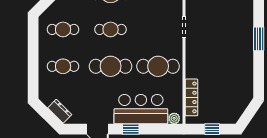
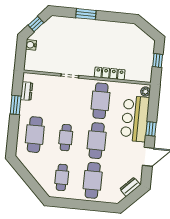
cafe table: (63, 66) -> (93, 180), width x1.37, depth x1.35
locker: (191, 97) -> (110, 73), moved

